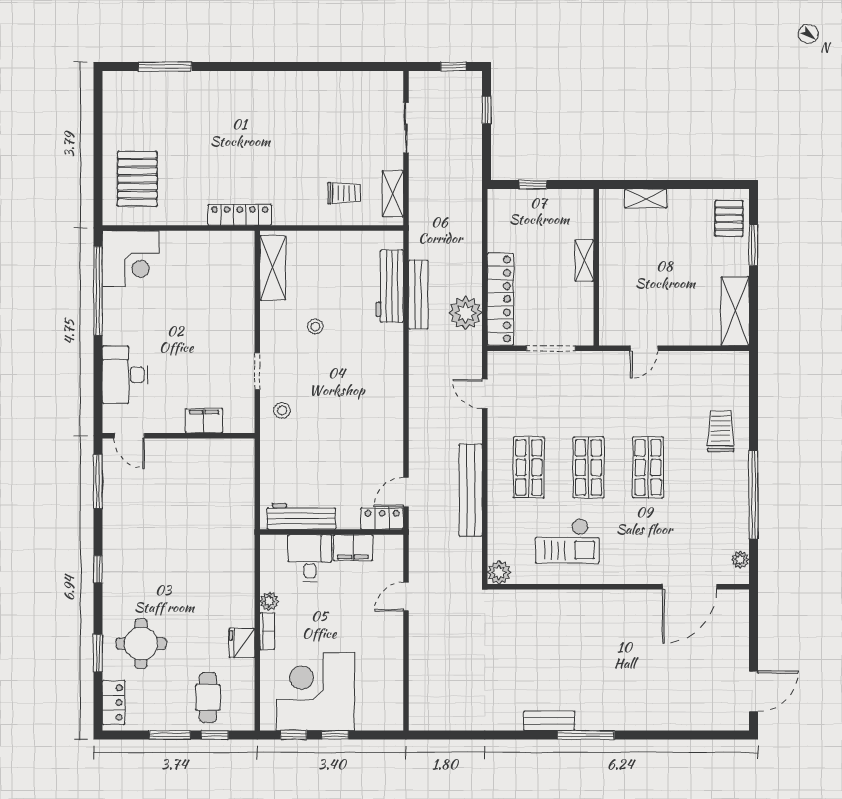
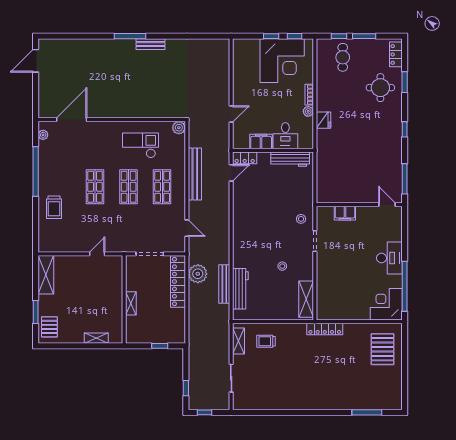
desk: (125, 375) -> (389, 258), moved
fridge: (242, 643) -> (324, 120), moved

